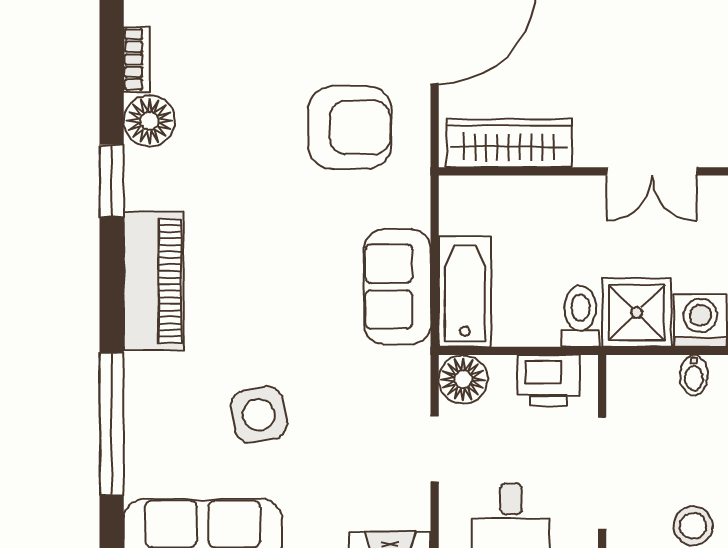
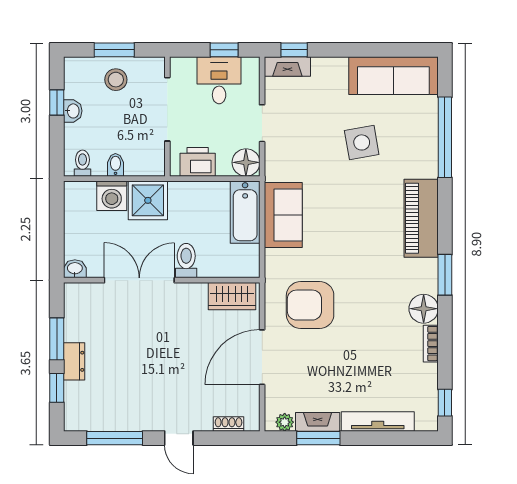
wardrobe: (509, 143) -> (232, 296), width x0.67
double door: (652, 171) -> (139, 280), width x1.37
toilet: (580, 316) -> (186, 261), moved, turned 180

